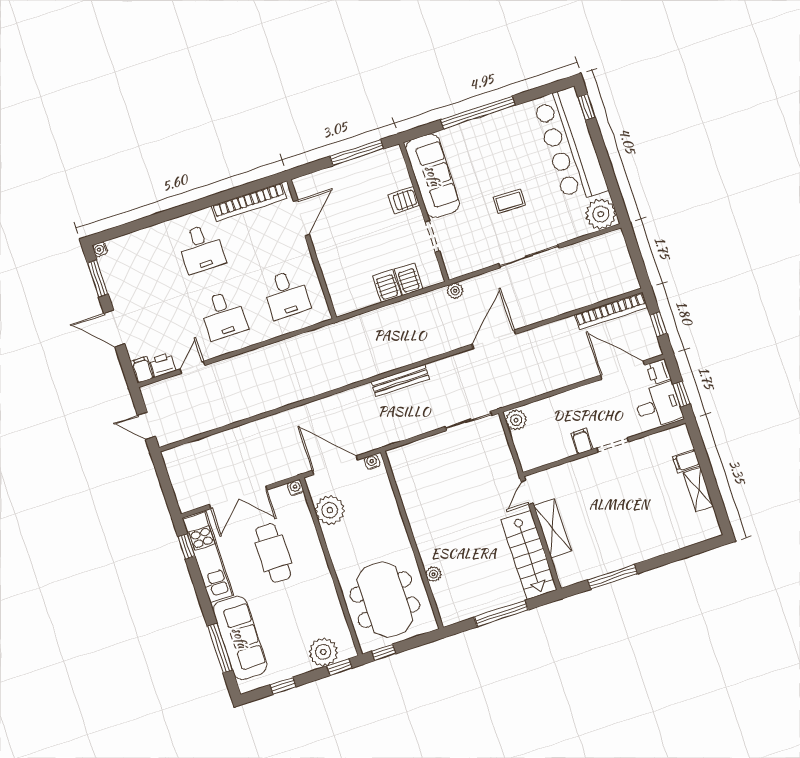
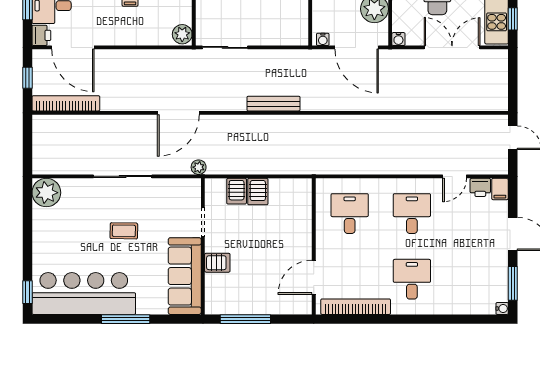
window: (478, 112) -> (126, 319), width x0.68
bar counter: (570, 145) -> (84, 293), moved, turned -90

